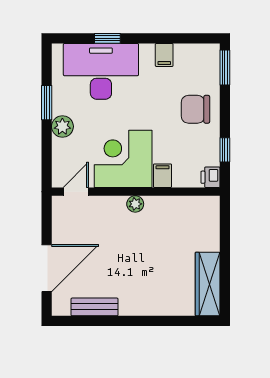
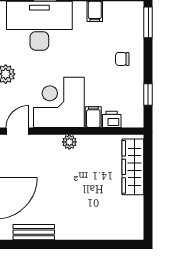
chair: (196, 109) -> (122, 59), width x0.54, depth x0.54
printer: (210, 177) -> (112, 119), moved, turned 90
wardrobe: (208, 284) -> (133, 167), moved

